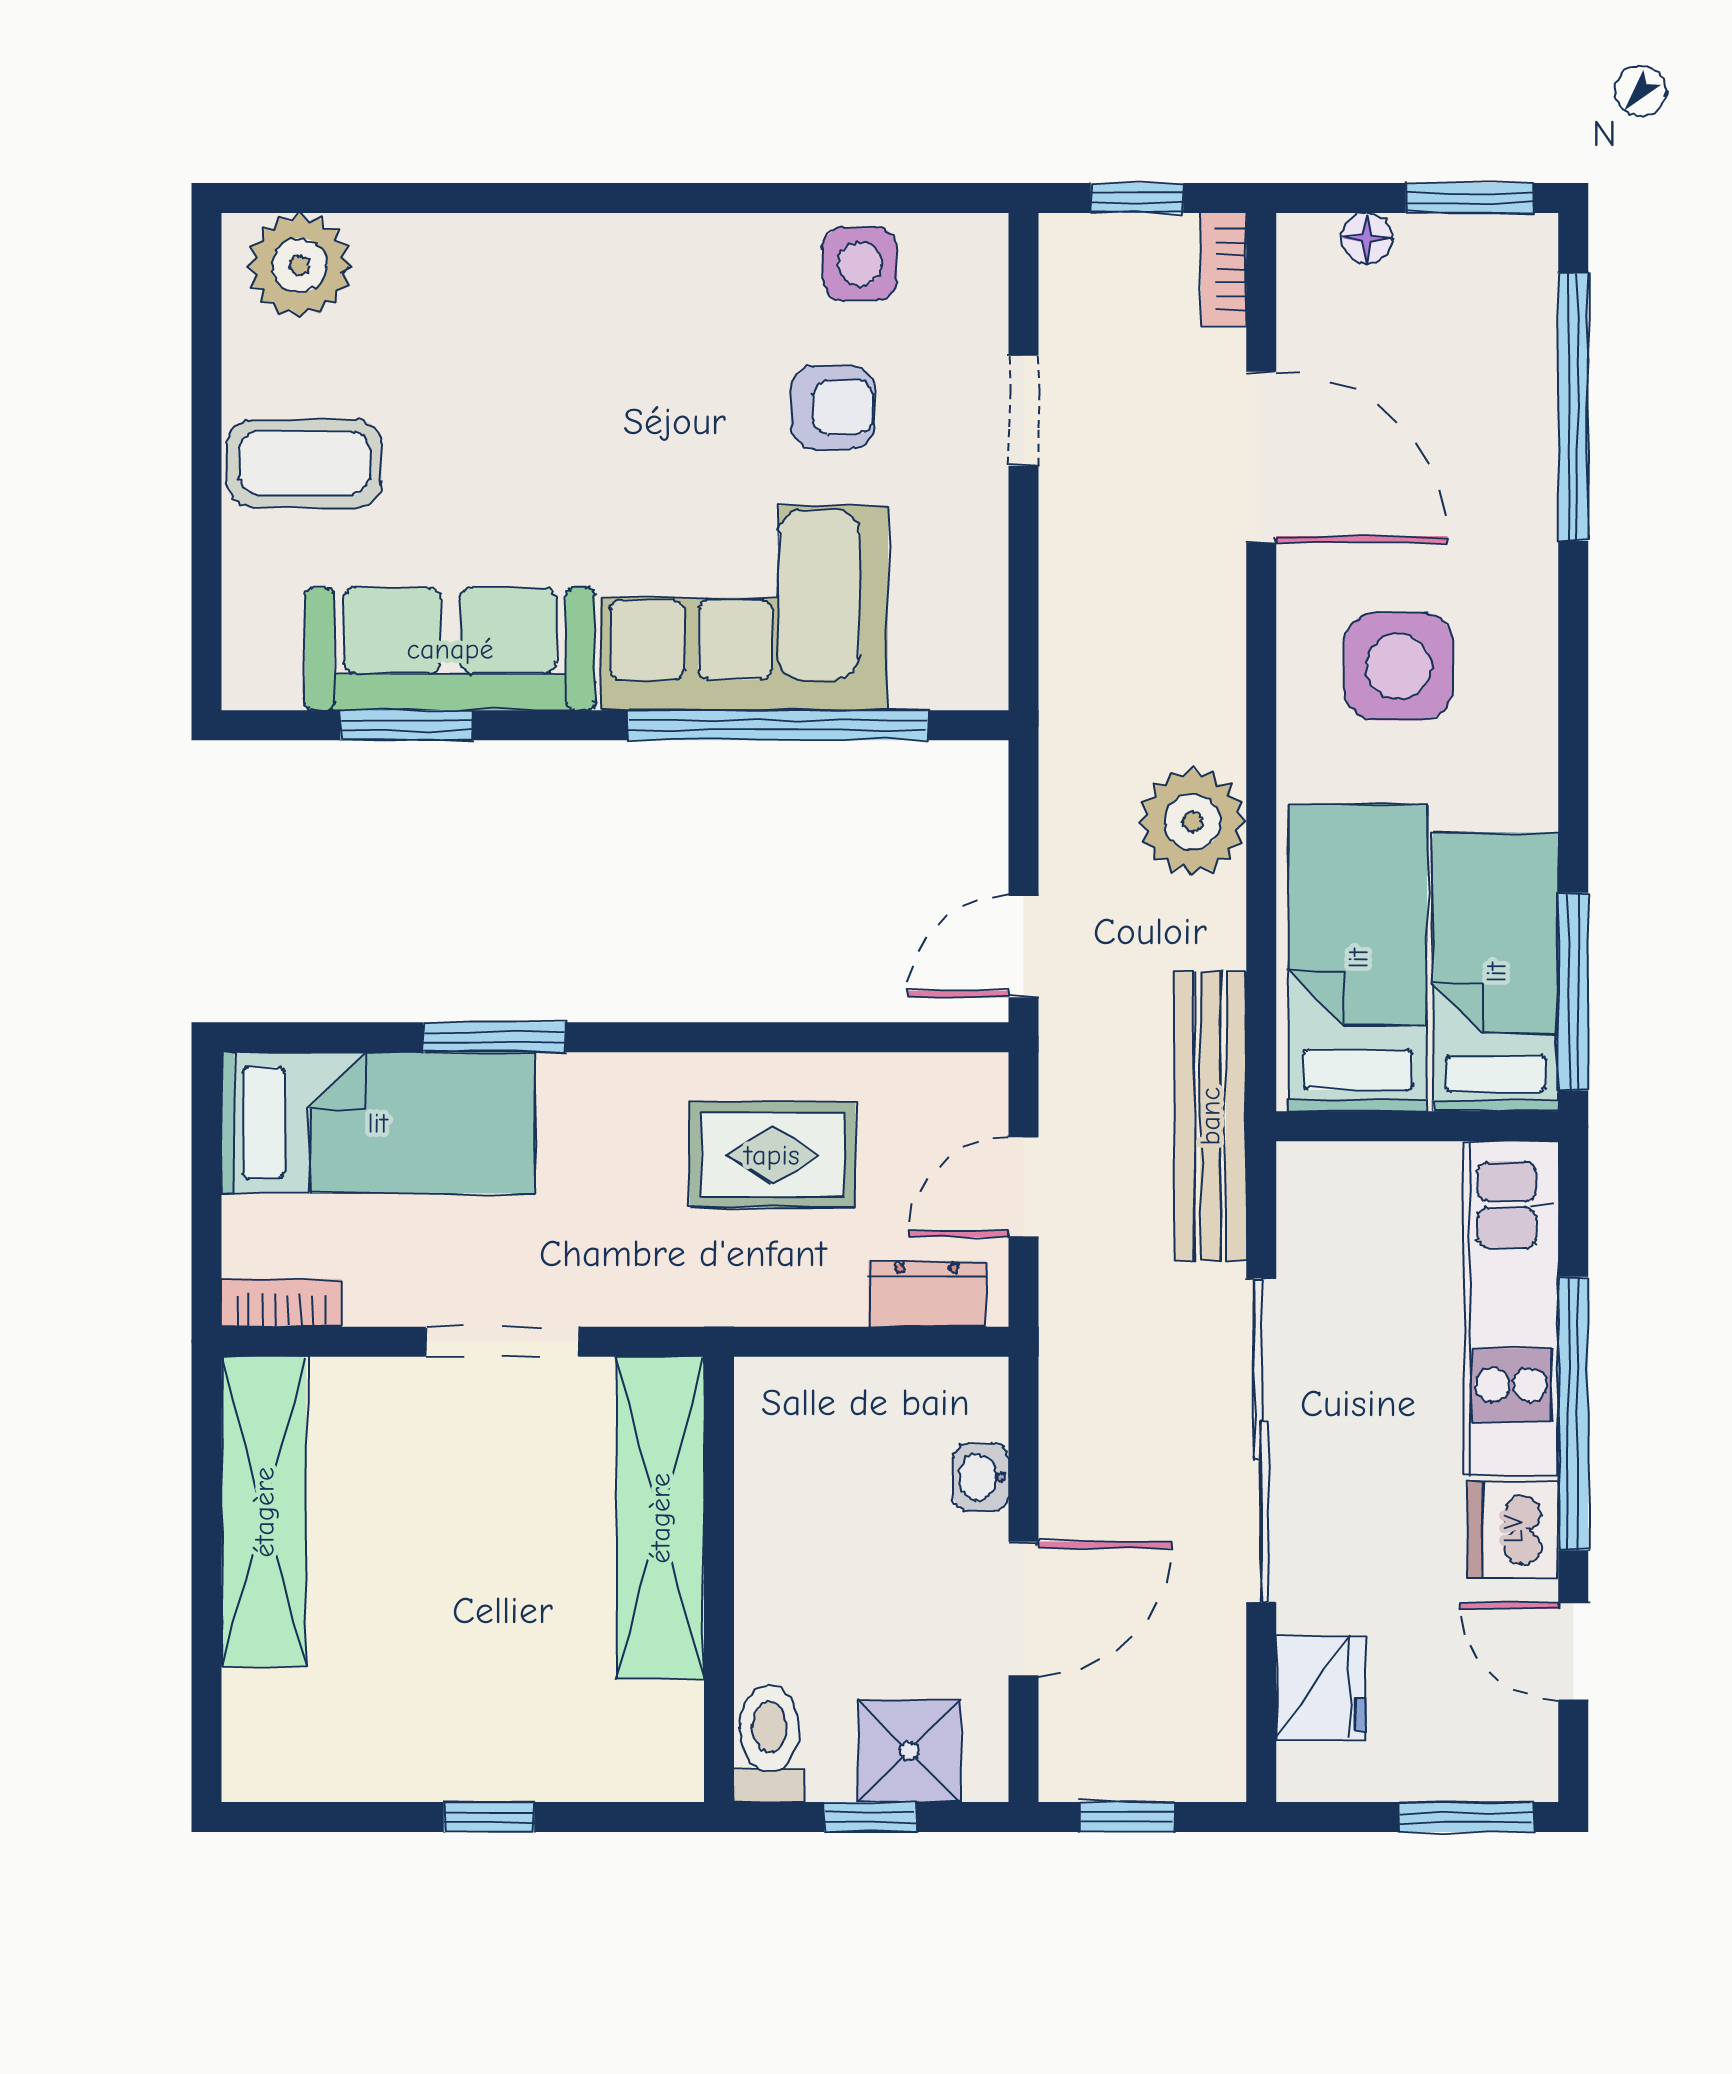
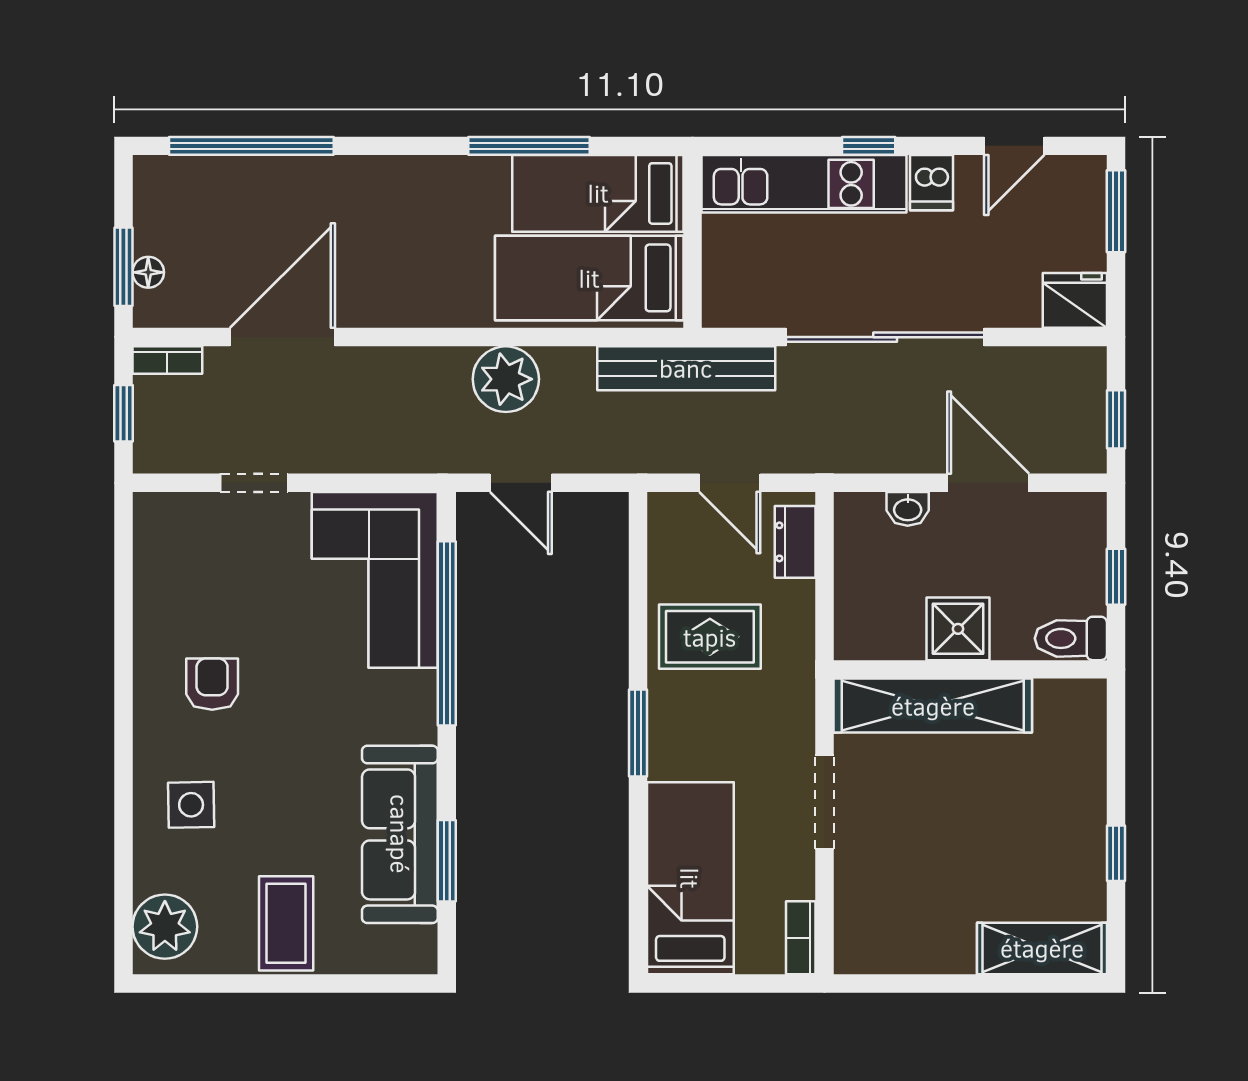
window: (1470, 198) -> (124, 267), moved
side table: (860, 264) -> (191, 805), moved
armchair: (833, 407) -> (212, 684), moved
corner sofa: (744, 608) -> (375, 580), moved
side table: (1399, 666) -> (411, 253), removed
door: (1024, 947) -> (521, 483), moved
window: (1573, 992) -> (529, 146), moved
window: (494, 1037) -> (638, 733), moved
rug: (772, 1155) -> (710, 637), turned 90
window: (1573, 1413) -> (869, 146), width x0.32
shelving: (264, 1512) -> (1042, 948), moved, width x0.68
dishwasher: (1513, 1529) -> (932, 183), width x0.73
fridge: (1321, 1687) -> (1075, 300), moved
shower: (909, 1751) -> (958, 629), moved
window: (489, 1817) -> (1116, 853), moved

